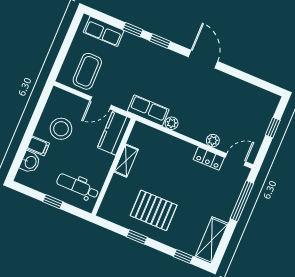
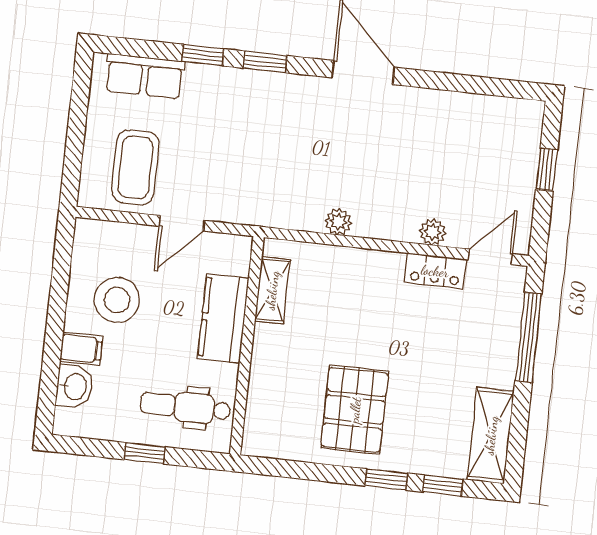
row of seats: (148, 110) -> (283, 210), removed
kitchen counter: (114, 133) -> (223, 318), moved
shelving: (126, 161) -> (272, 290), moved
pallet: (154, 210) -> (355, 410), turned 90
window: (137, 237) -> (386, 479), moved

